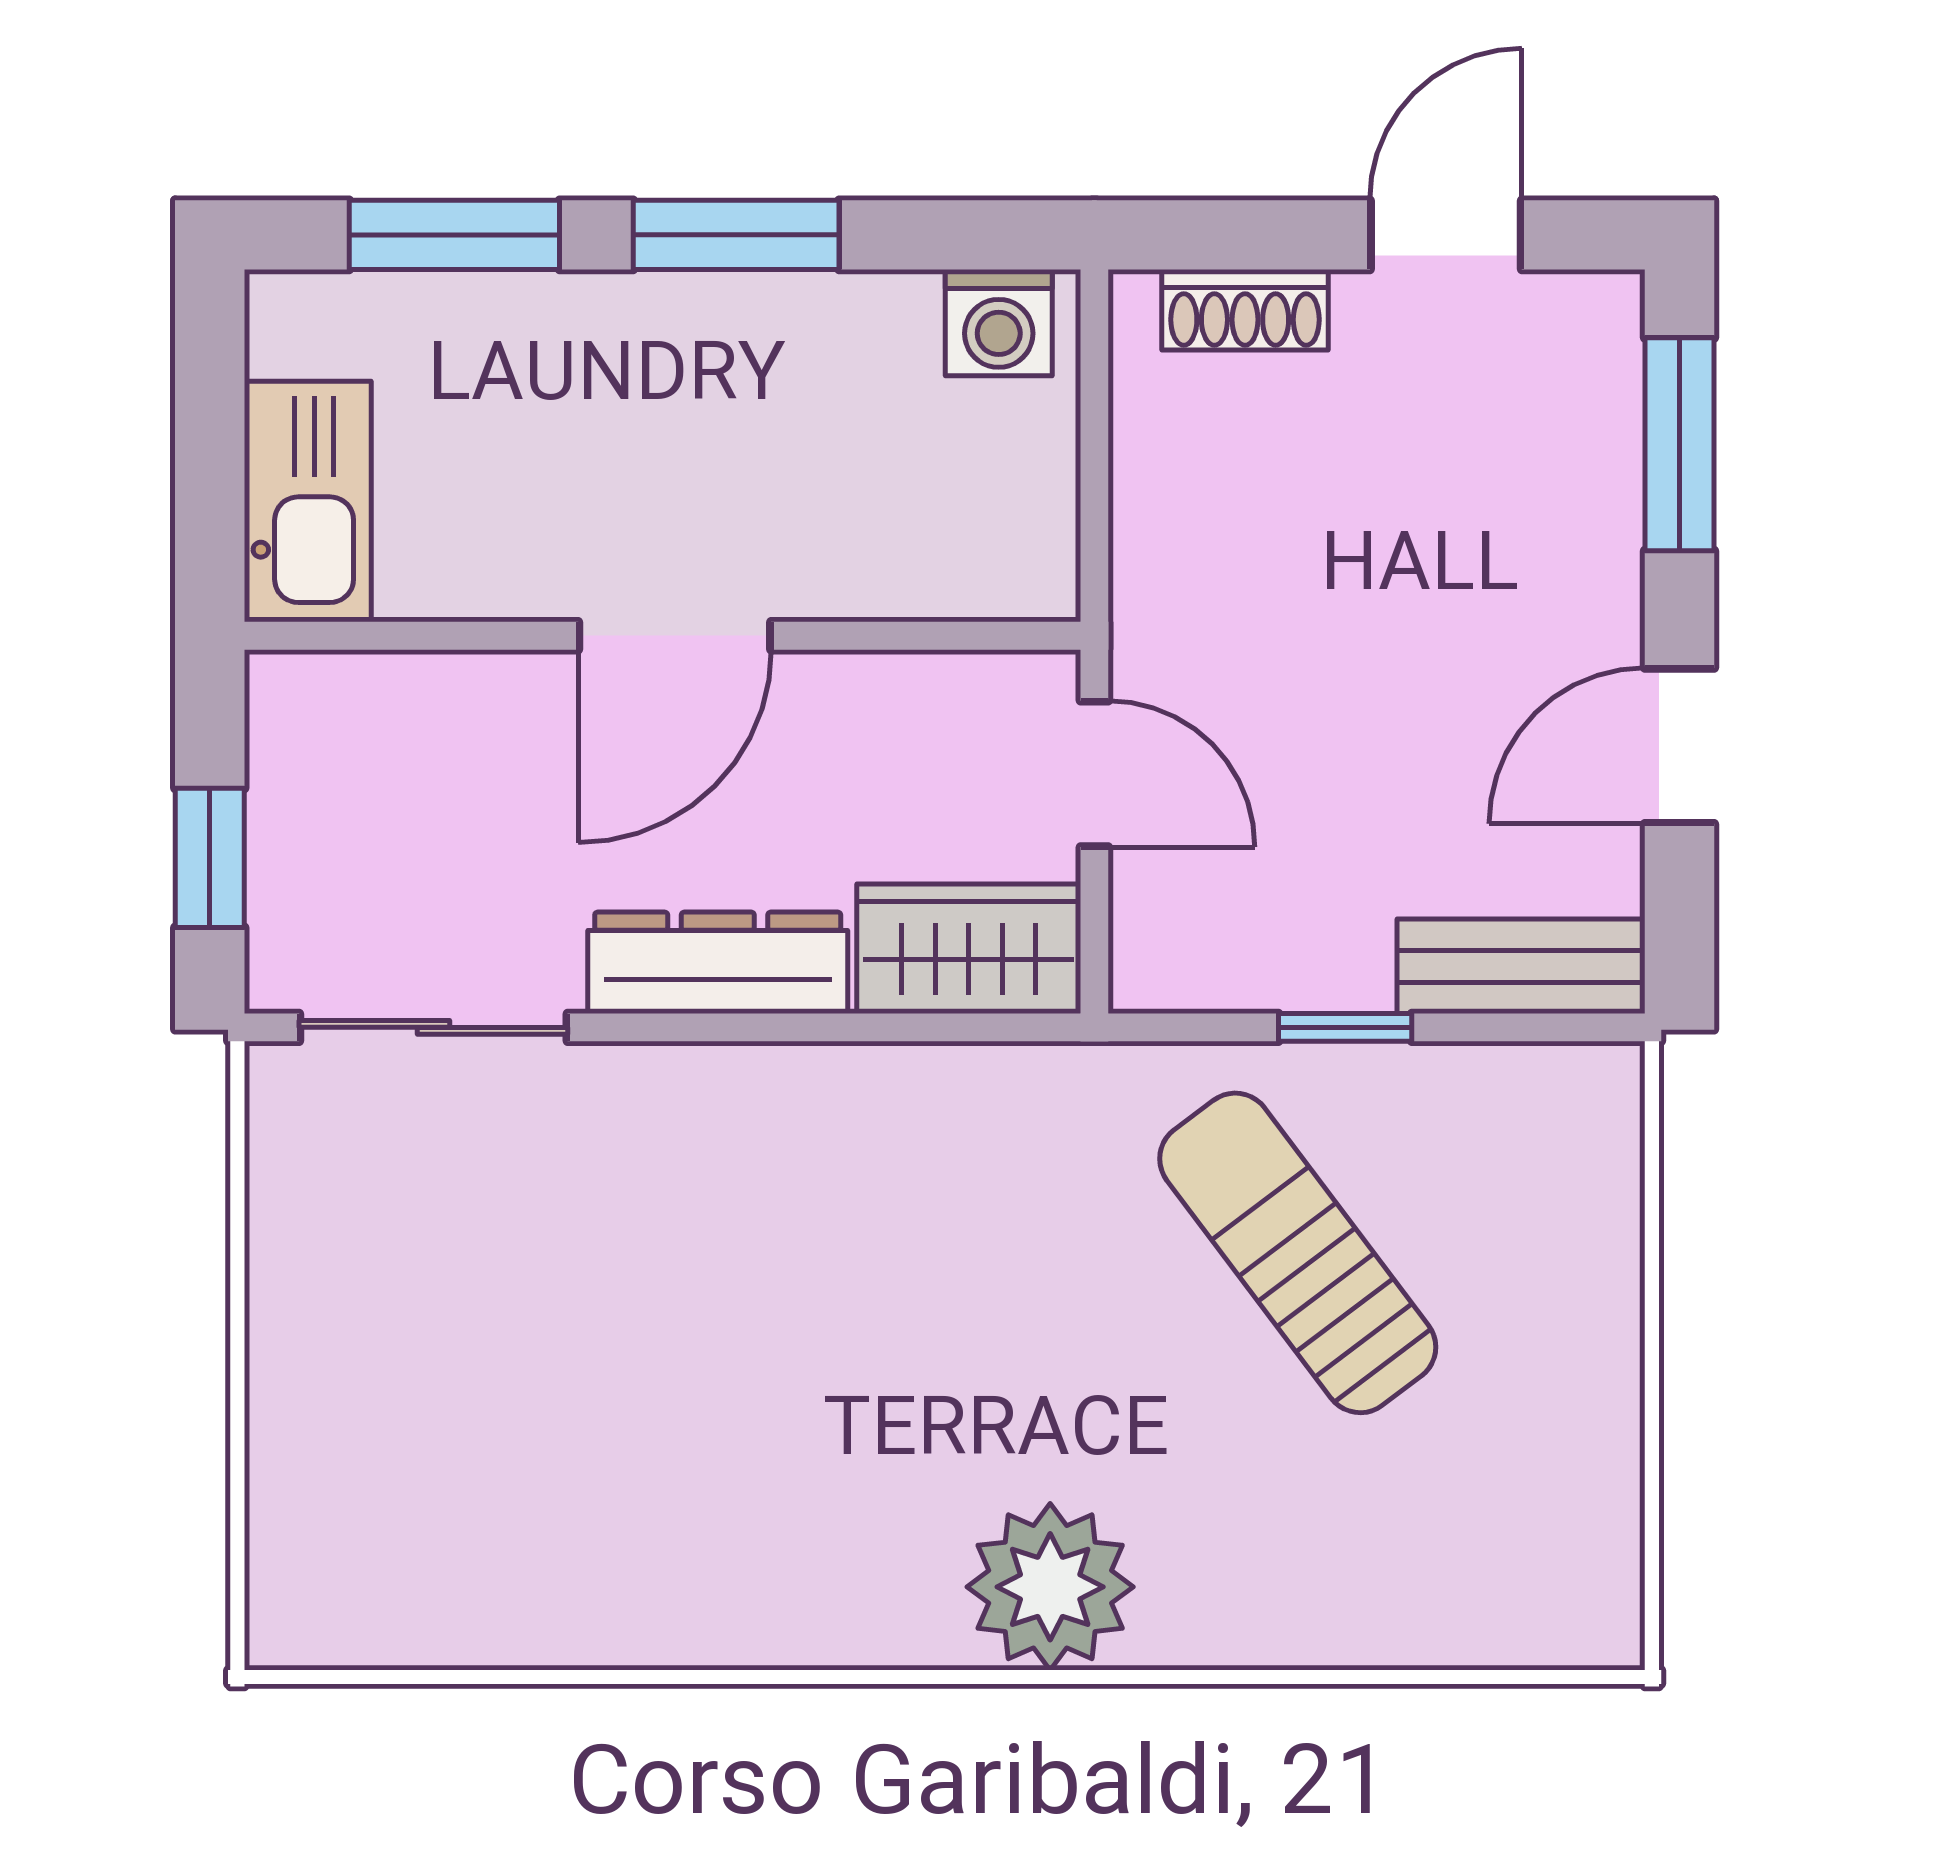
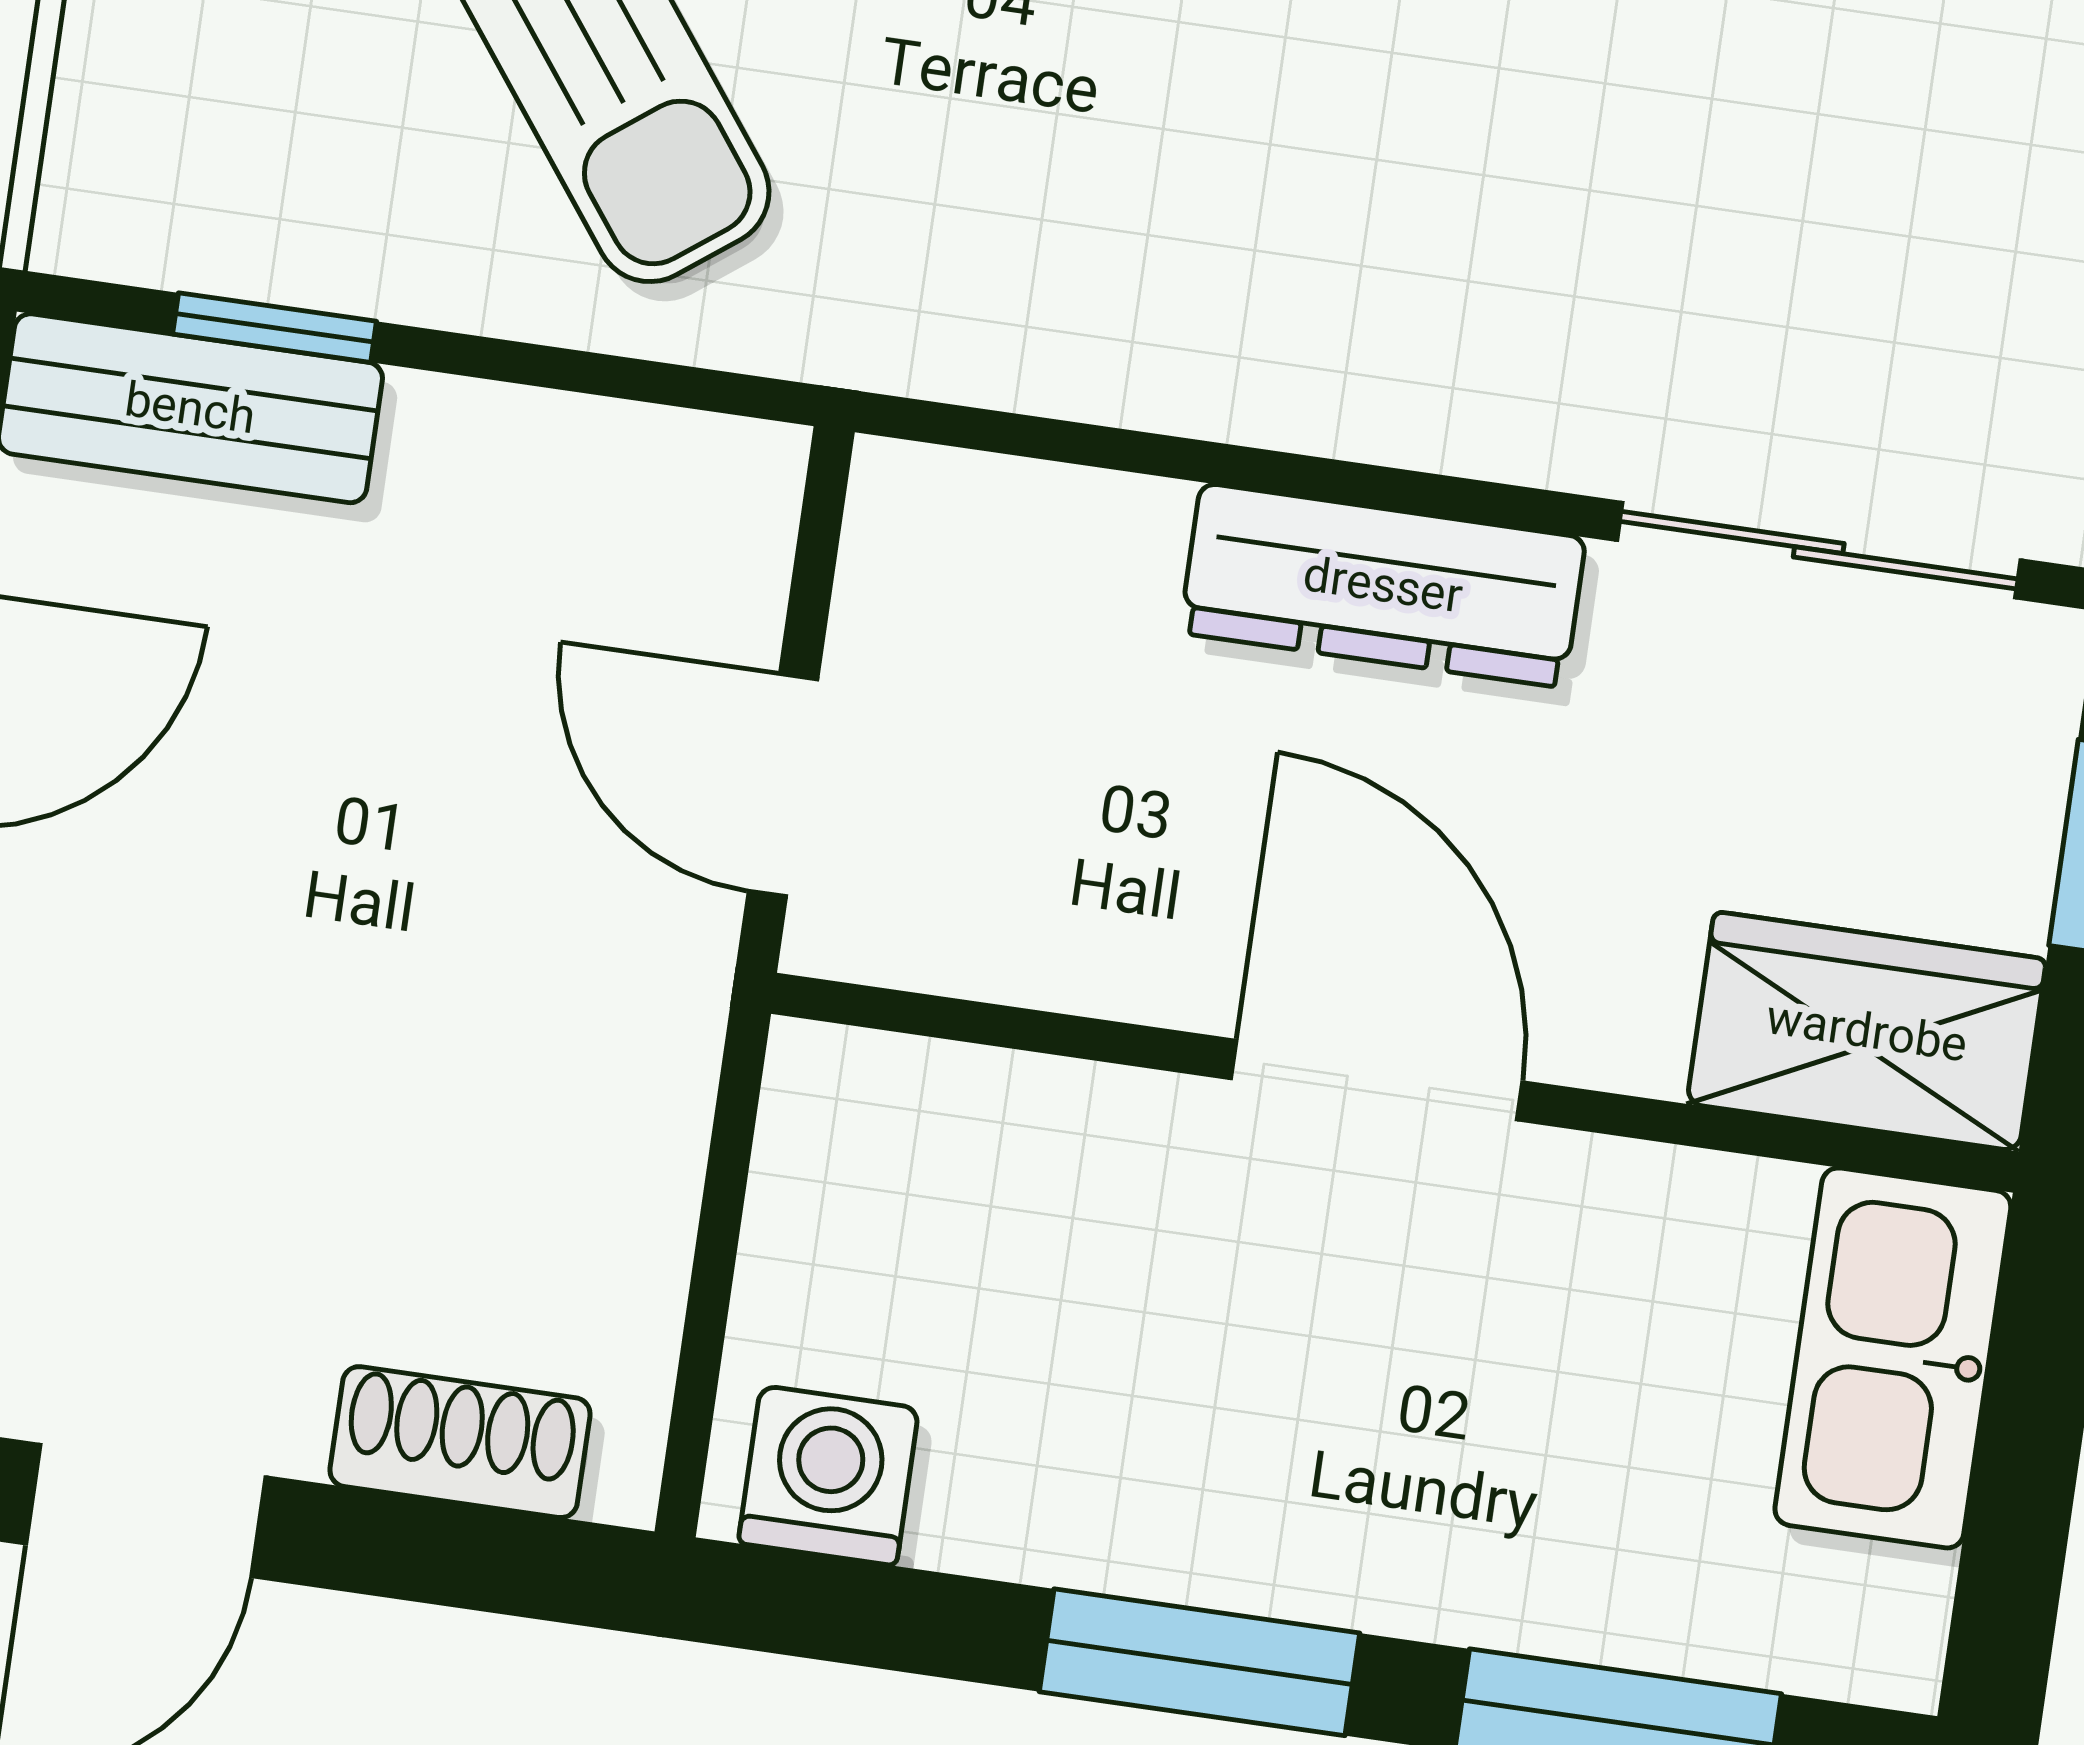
door: (675, 636) -> (1377, 1080), hinge flipped
wardrobe: (969, 949) -> (1867, 1031), moved, turned 180
window: (1345, 1027) -> (275, 328), moved

